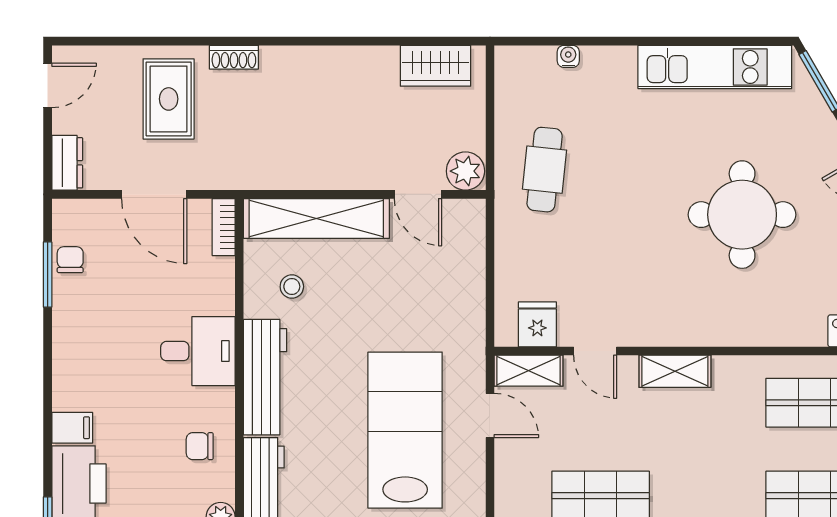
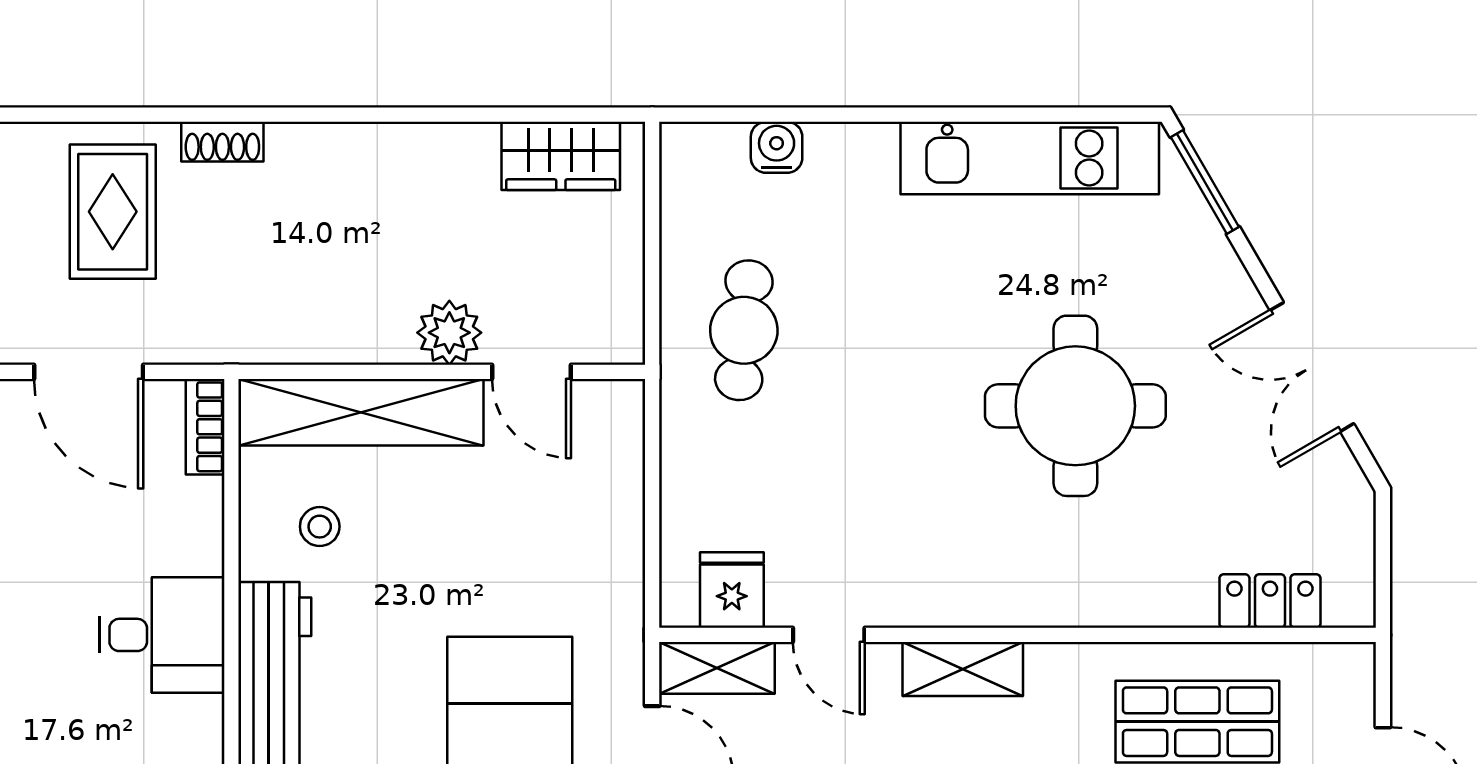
water cooler: (568, 56) -> (777, 147), width x1.38, depth x1.38
plant: (465, 171) -> (449, 333), moved

